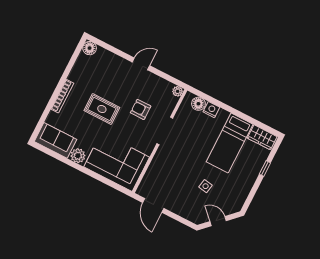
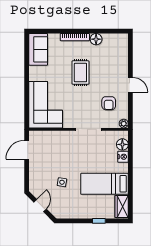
floor lamp: (90, 48) -> (96, 39), moved
armchair: (141, 109) -> (109, 103), moved, turned 180
plant: (78, 156) -> (35, 72), removed

